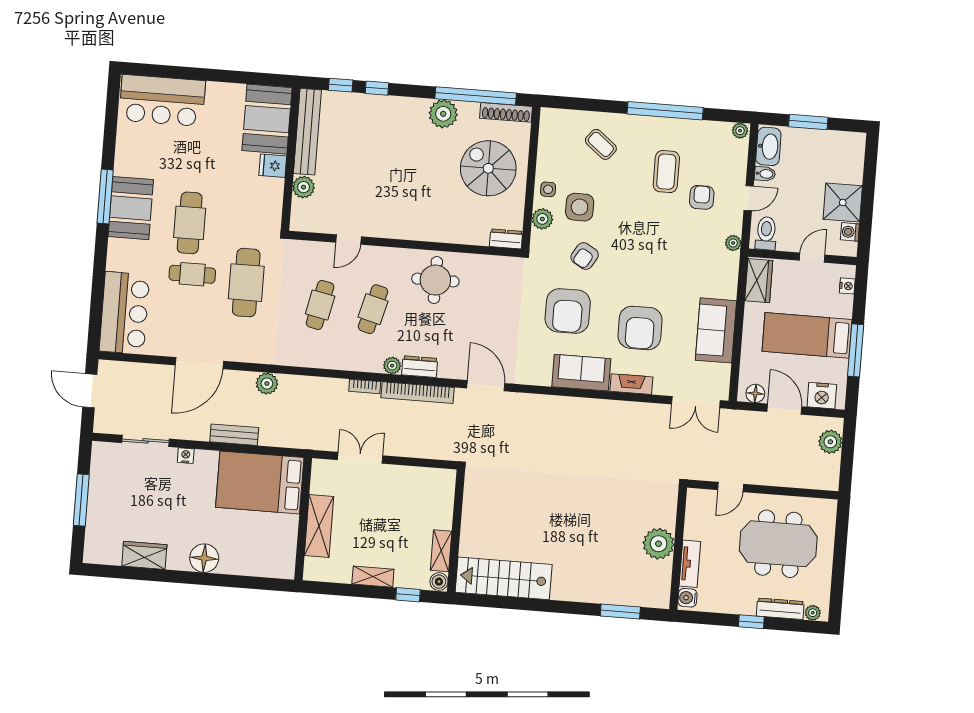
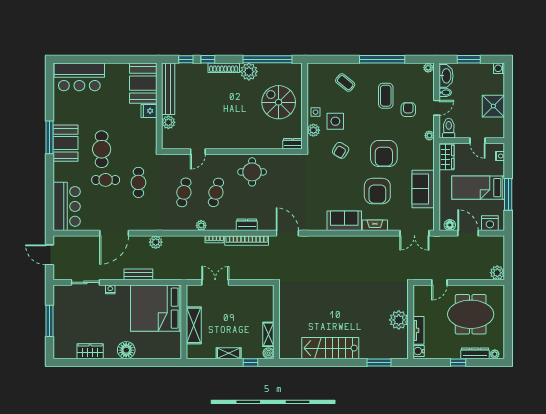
shoe rack: (506, 112) -> (224, 68), moved
washing machine: (850, 232) -> (499, 68), moved
door: (812, 258) -> (478, 141), swing flipped
cafe table: (246, 283) -> (138, 182), width x0.73, depth x0.74
armchair: (568, 311) -> (384, 153), moved
plant: (392, 366) -> (201, 225), moved
plant: (830, 442) -> (497, 273), moved
bed: (260, 482) -> (156, 308), width x1.36
stairs: (504, 578) -> (330, 348), moved

